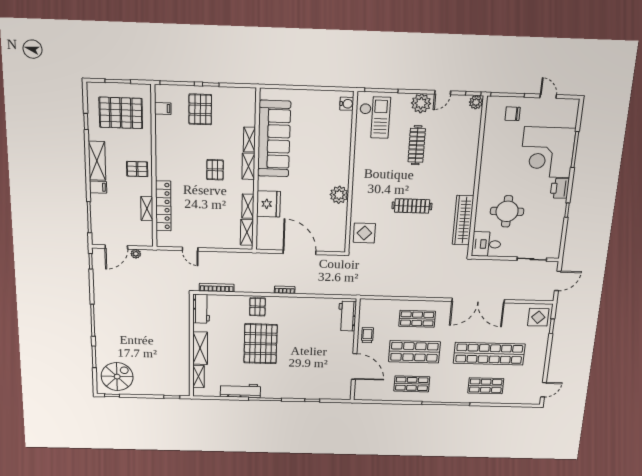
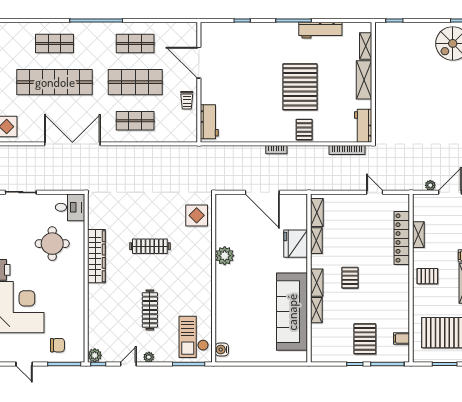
plant: (421, 103) -> (149, 357), width x0.53, depth x0.53
wardrobe: (463, 220) -> (96, 256), moved

